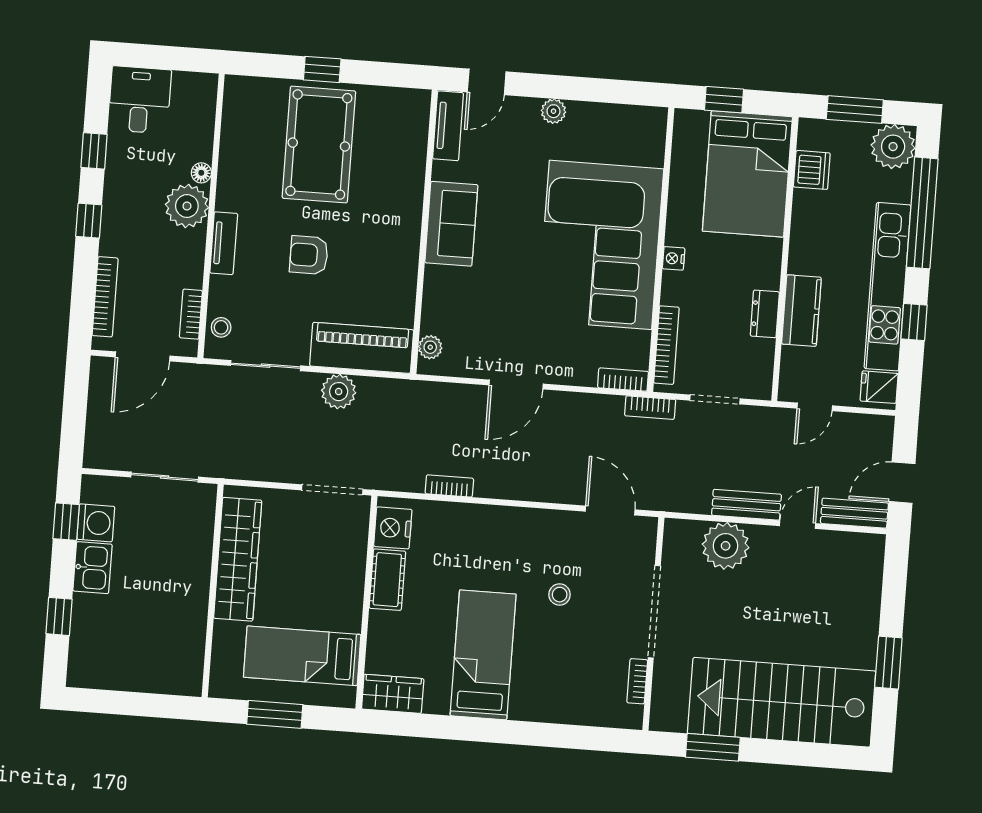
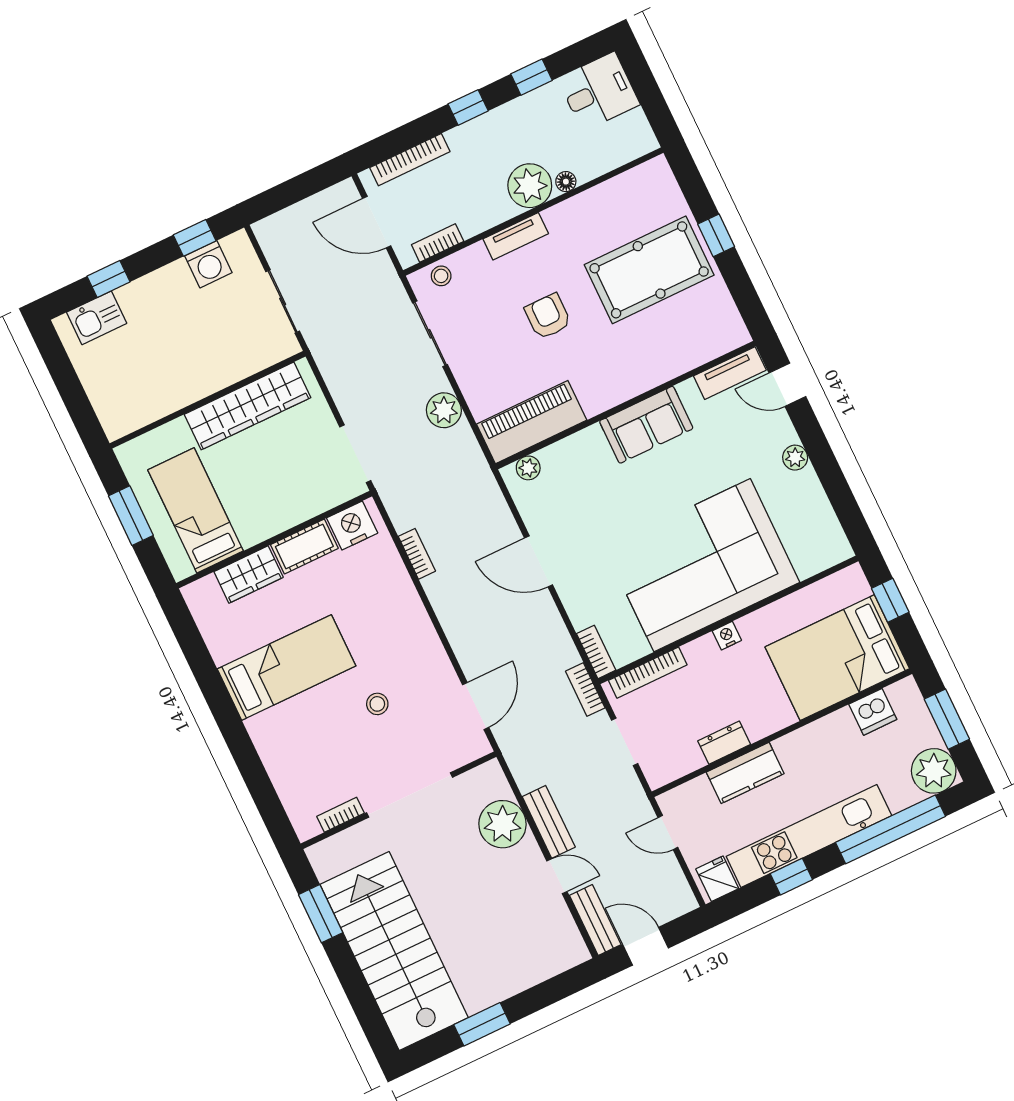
piano: (362, 348) -> (532, 422), moved, turned -90
kitchen sink: (93, 568) -> (97, 318), moved
wardrobe: (393, 694) -> (249, 575), moved, turned 90

